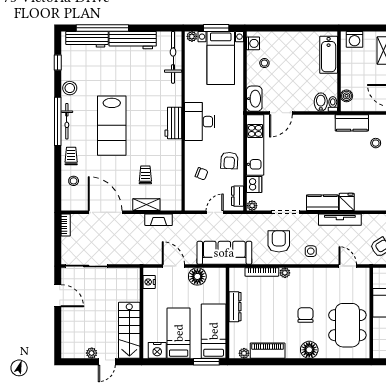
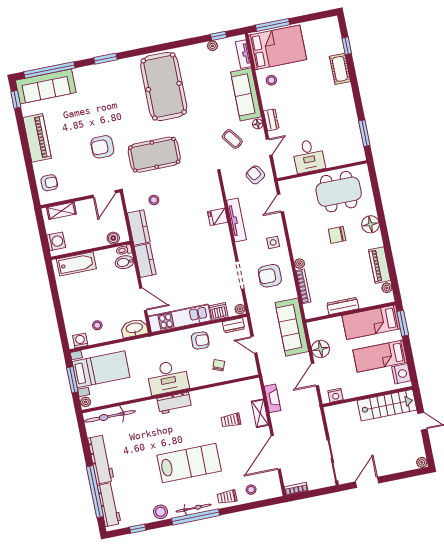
kitchen counter: (322, 203) -> (145, 260), moved, turned 180
plant: (92, 353) -> (422, 462), moved

